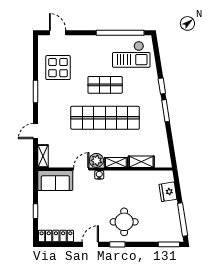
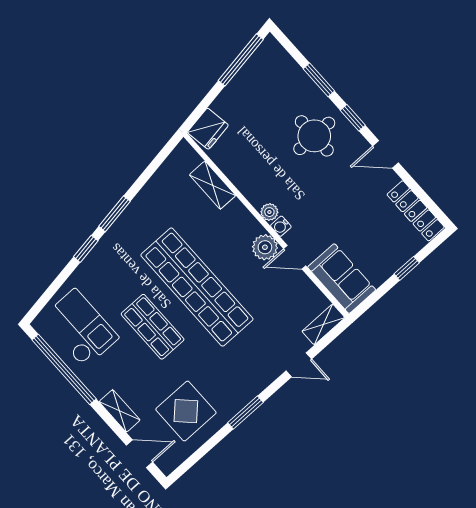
door: (58, 33) -> (139, 454), swing flipped
shelving: (116, 162) -> (120, 411), moved
plant: (109, 175) -> (269, 212), added
fridge: (168, 192) -> (208, 129), moved
window: (169, 244) -> (319, 80), moved

